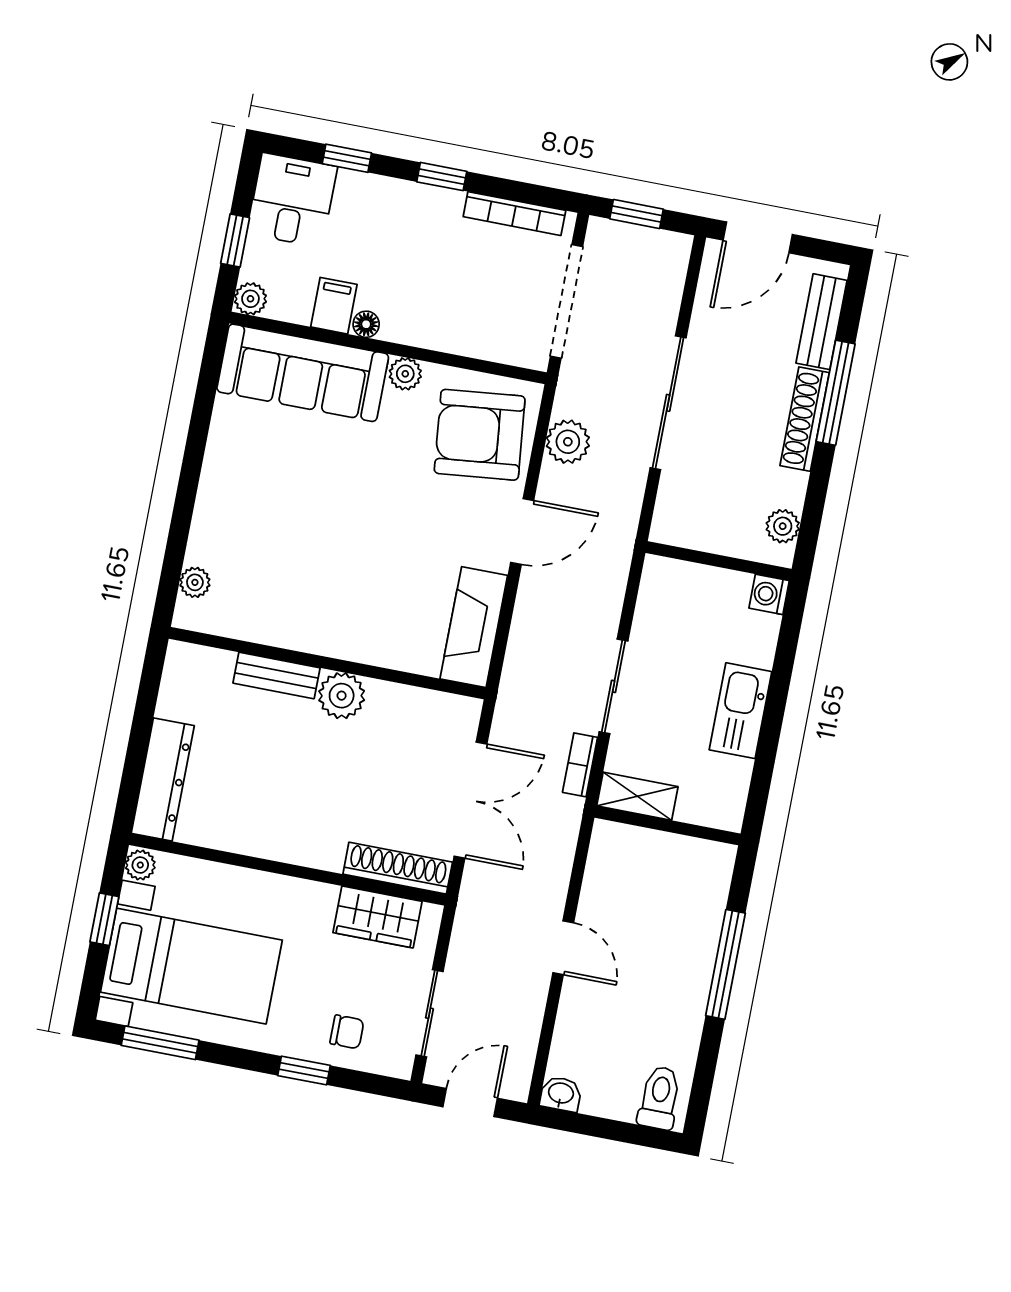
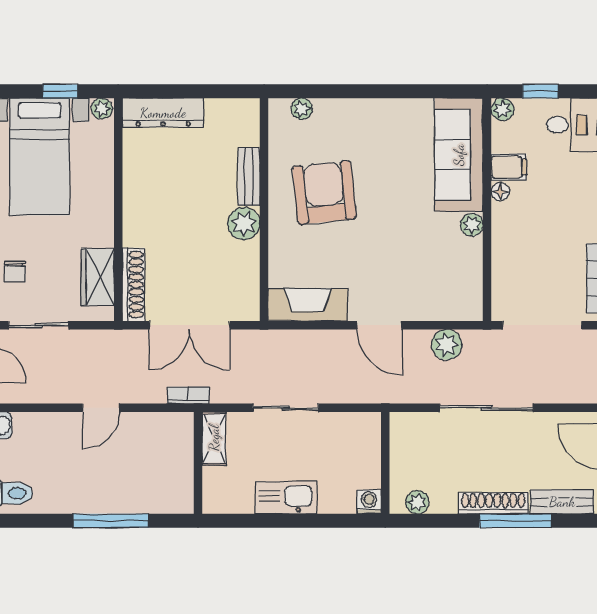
armchair: (480, 435) -> (324, 193), moved
bookcase: (580, 765) -> (188, 395), moved

